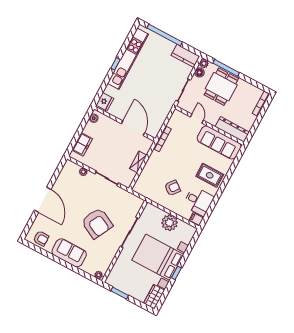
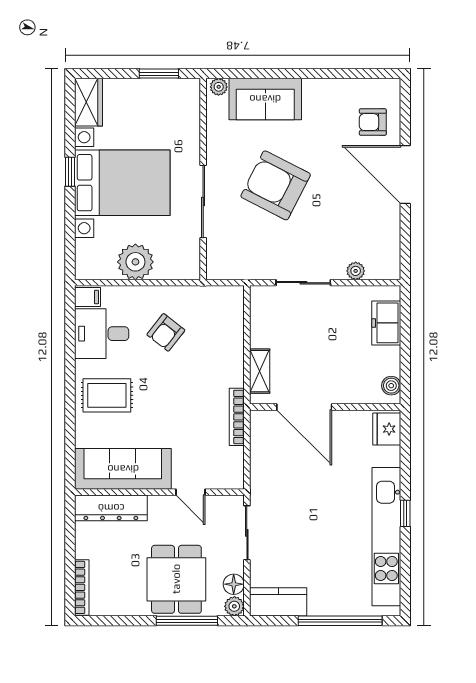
shelving: (138, 162) -> (260, 371), moved
armchair: (41, 238) -> (373, 122), moved
sofa: (69, 253) -> (265, 99), moved

